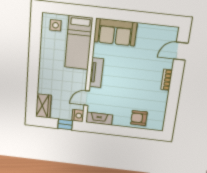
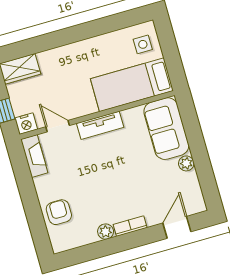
plant: (143, 28) -> (186, 163), added
door: (181, 51) -> (177, 227), hinge flipped
plant: (163, 96) -> (106, 232), added

